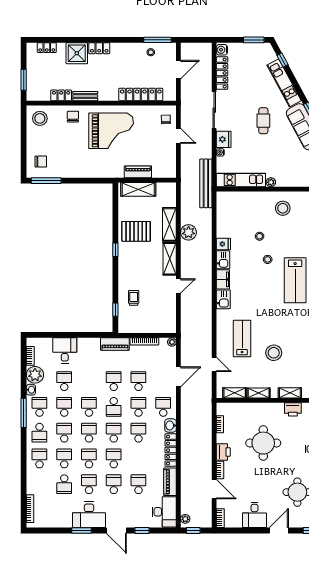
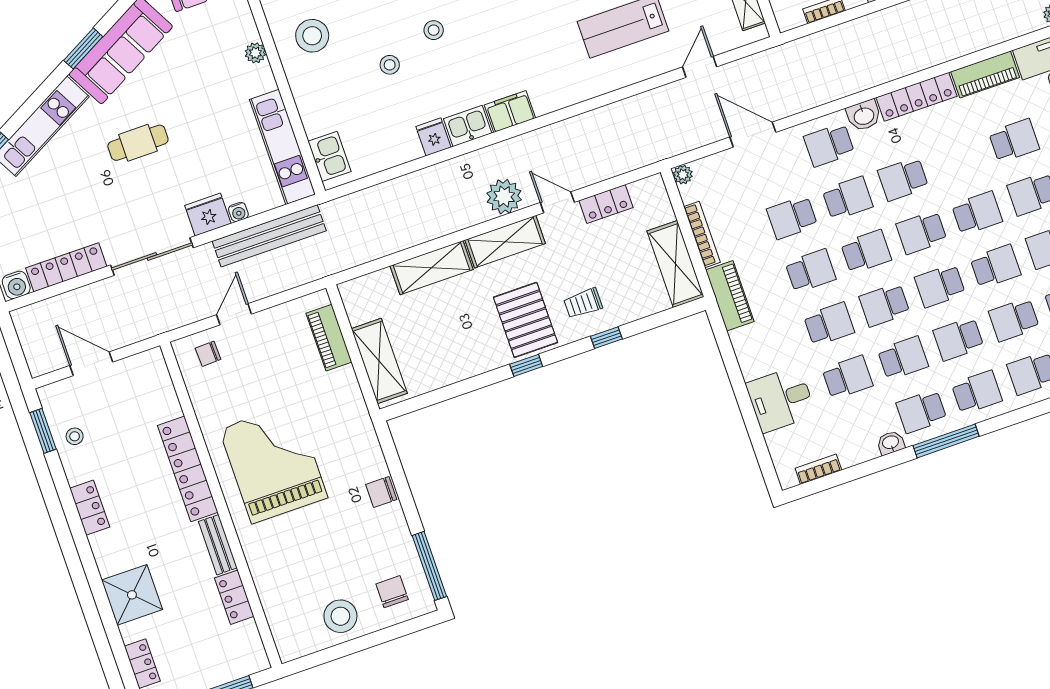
window: (158, 40) -> (43, 431), width x0.69
locker: (99, 48) -> (90, 508), moved
locker: (141, 94) -> (188, 469), moved
chair: (73, 117) -> (381, 492), moved
stool: (40, 118) -> (340, 616), moved
piano: (138, 172) -> (329, 338), moved
plant: (271, 182) -> (255, 53), moved
bench: (206, 183) -> (269, 236), moved
pallet: (136, 231) -> (525, 320), moved
plant: (189, 232) -> (504, 197), moved
trolley: (134, 298) -> (583, 303), moved
kitchen sink: (223, 299) -> (330, 156), moved, turned 90
locker: (171, 306) -> (606, 204), added
window: (115, 310) -> (606, 338), moved
shelving: (136, 326) -> (675, 264), added
plant: (35, 375) -> (856, 445), removed
school desk: (64, 381) -> (847, 377), turned 180
school desk: (89, 381) -> (829, 324), added
school desk: (114, 381) -> (811, 271), turned 180
school desk: (64, 407) -> (903, 358), turned 180
school desk: (138, 407) -> (848, 198), turned 180
school desk: (89, 458) -> (995, 266), turned 180
school desk: (114, 458) -> (977, 213), turned 180
school desk: (138, 484) -> (1014, 141), turned 180

